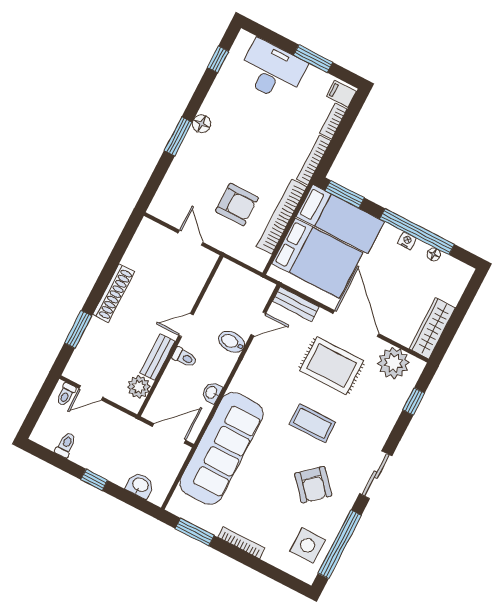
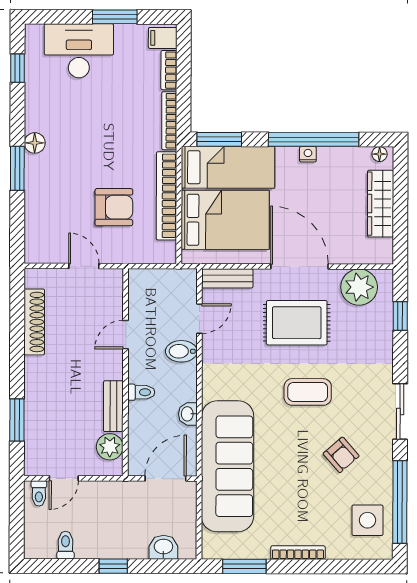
floor lamp: (434, 254) -> (379, 154), moved
shoe rack: (113, 293) -> (34, 322), moved
door: (186, 325) -> (126, 335), moved
wardrobe: (432, 328) -> (381, 204), moved
armchair: (313, 485) -> (341, 455), width x0.72, depth x0.72

